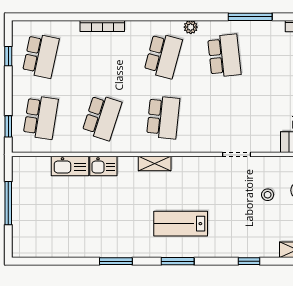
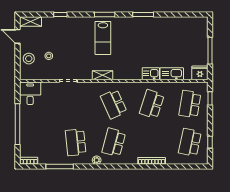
school desk: (163, 117) -> (114, 104), turned -30
shelving: (155, 163) -> (103, 75), moved
fridge: (25, 167) -> (200, 73), added
lab bench: (181, 224) -> (103, 38), turned 90

